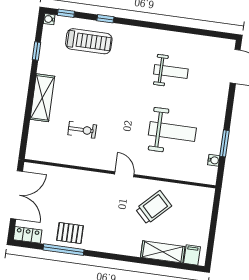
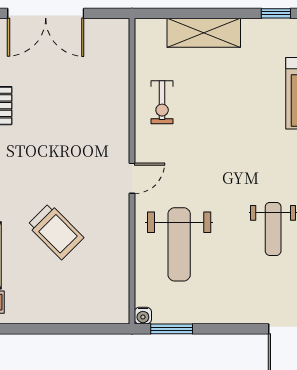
wall: (120, 174) -> (132, 171), moved
door: (124, 174) -> (132, 178), moved

